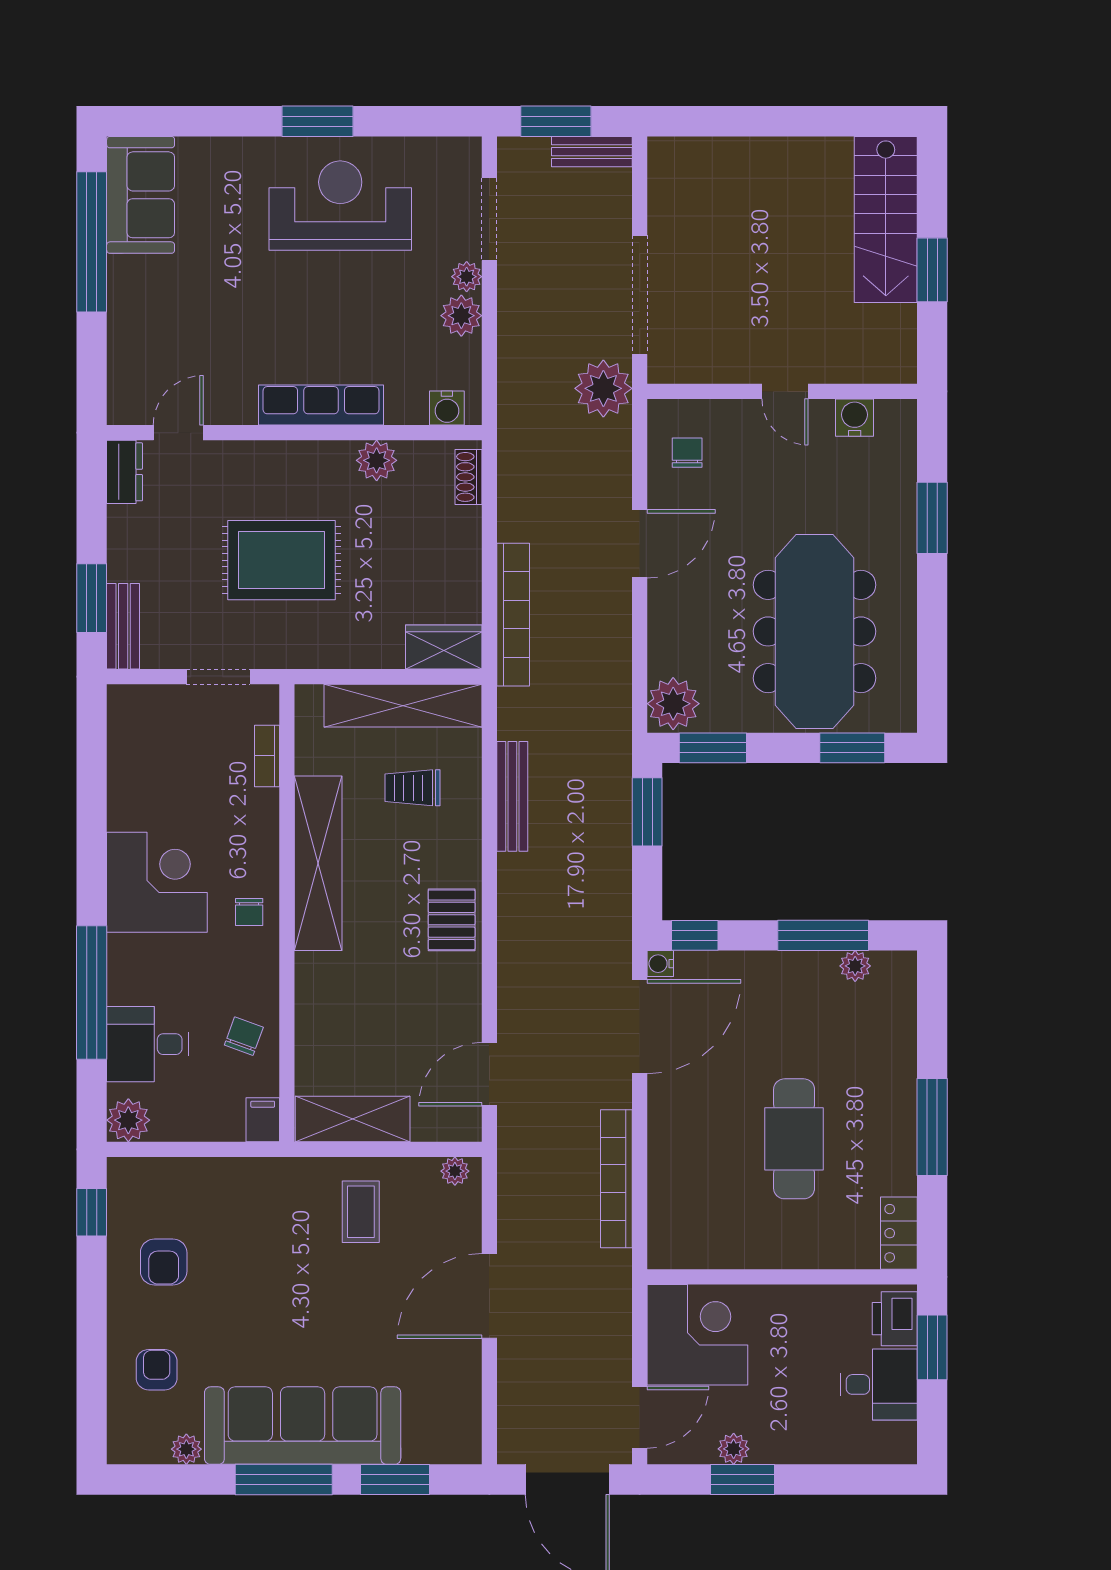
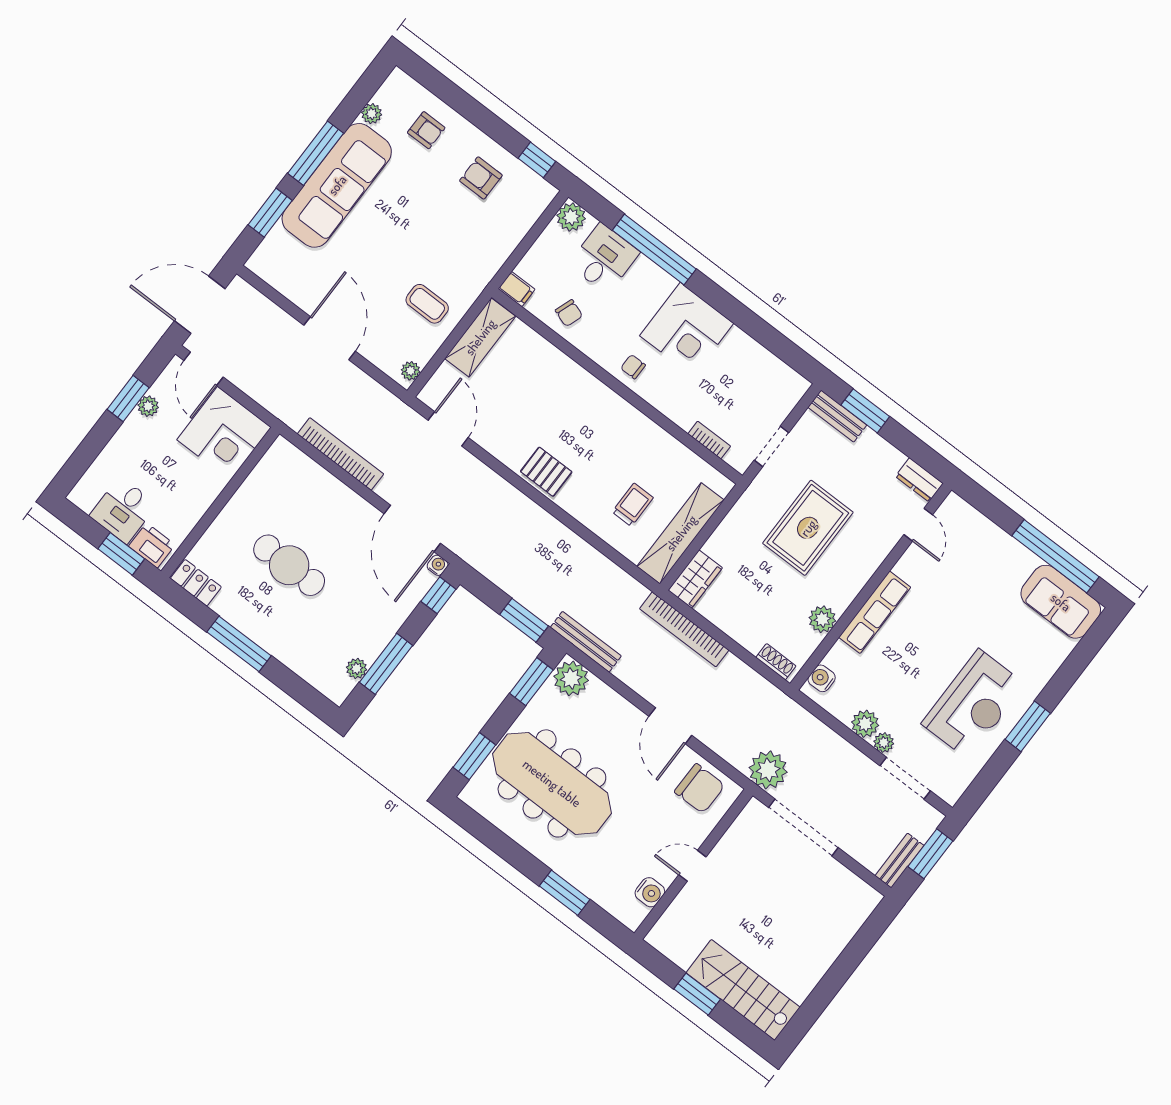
chair: (687, 453) -> (700, 789), width x1.87, depth x1.87
bench: (512, 796) -> (586, 642), moved
shelving: (318, 863) -> (631, 423), removed

